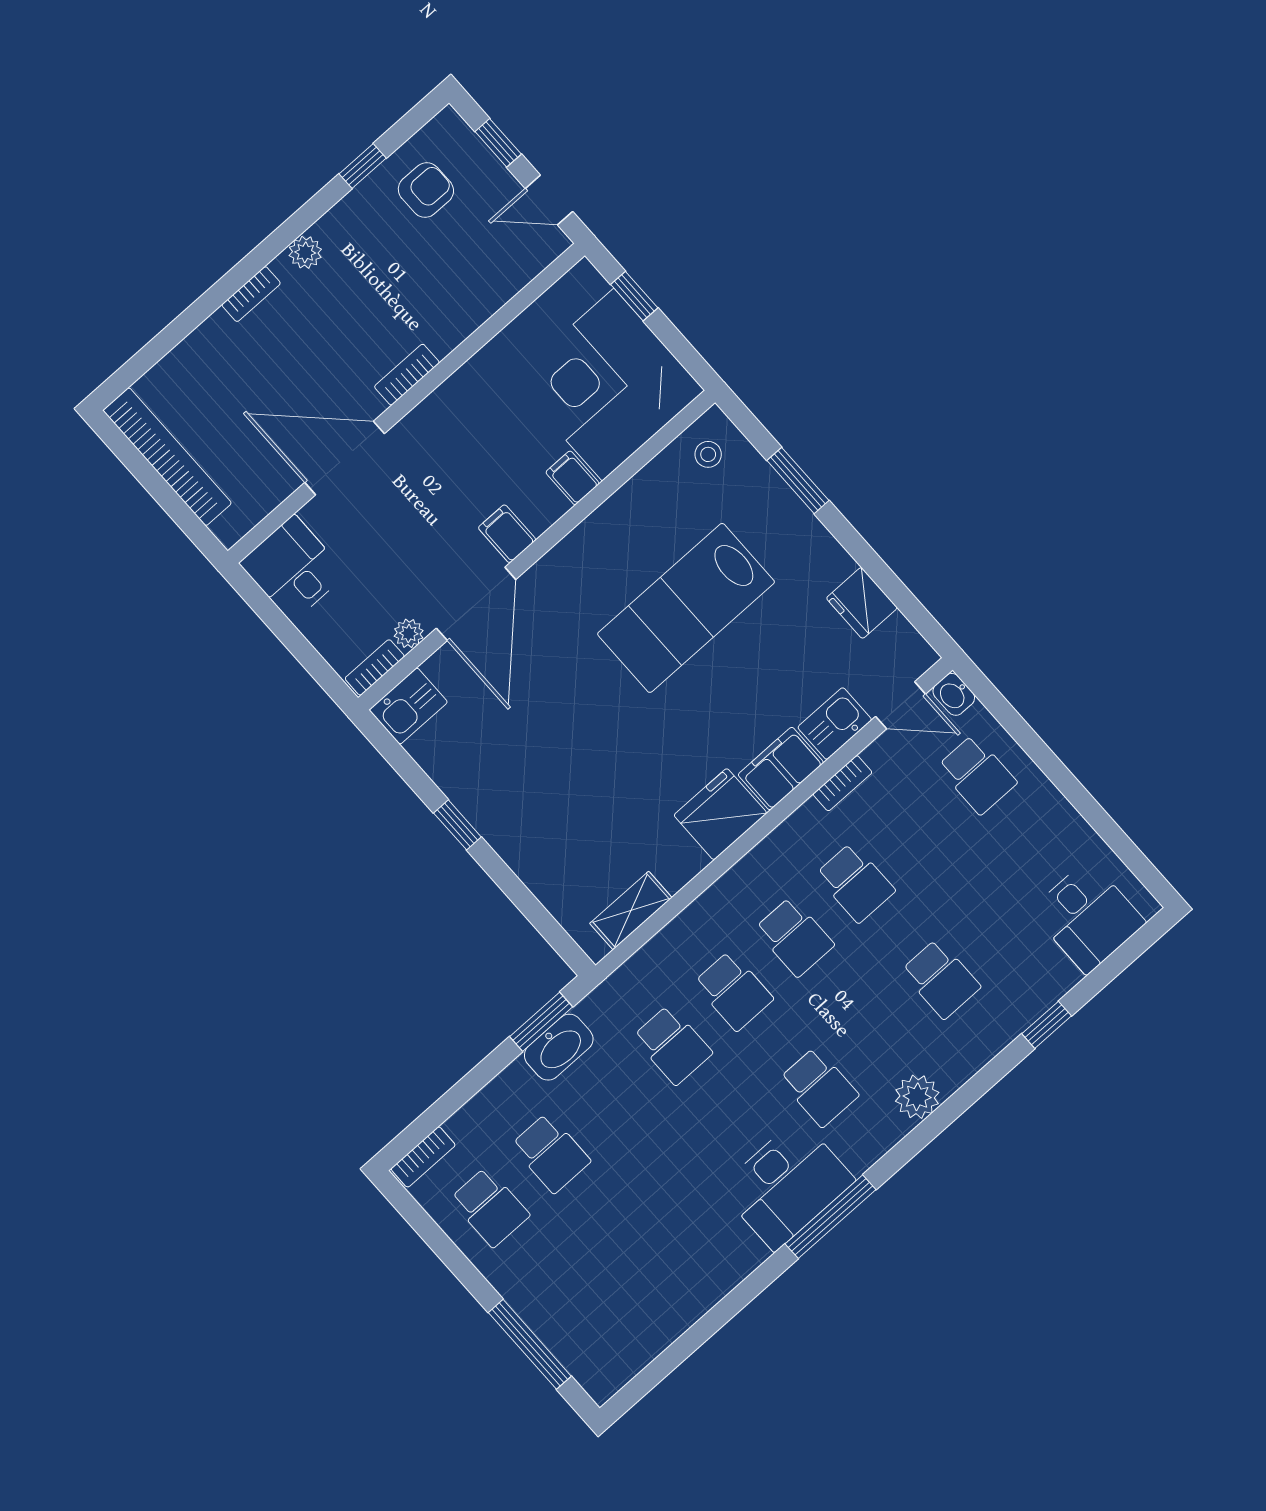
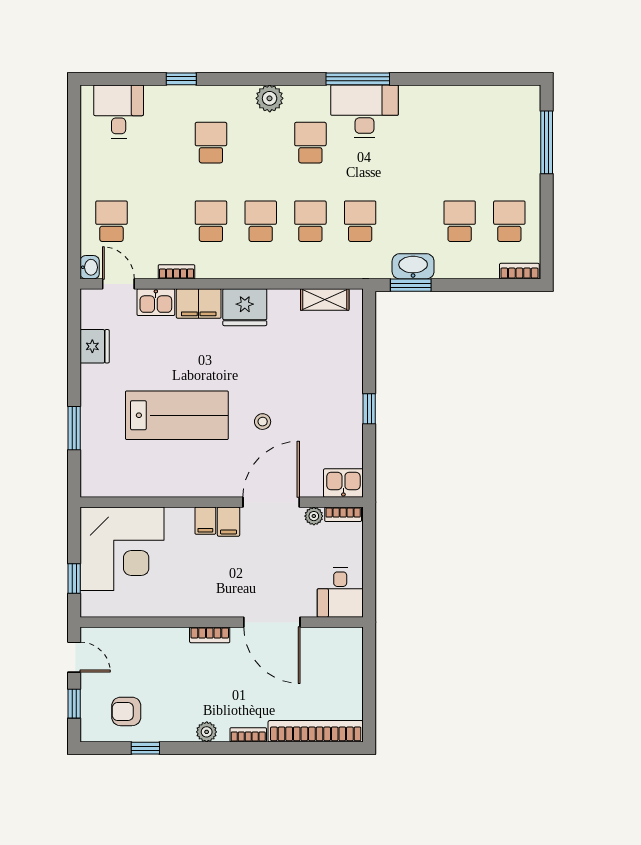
stool: (708, 454) -> (263, 422), moved
bookcase: (167, 457) -> (316, 731), moved, turned 90
filing cabinet: (572, 478) -> (205, 521), moved

